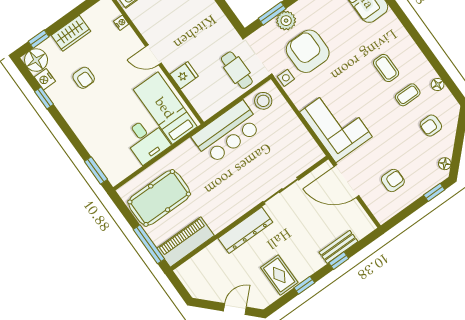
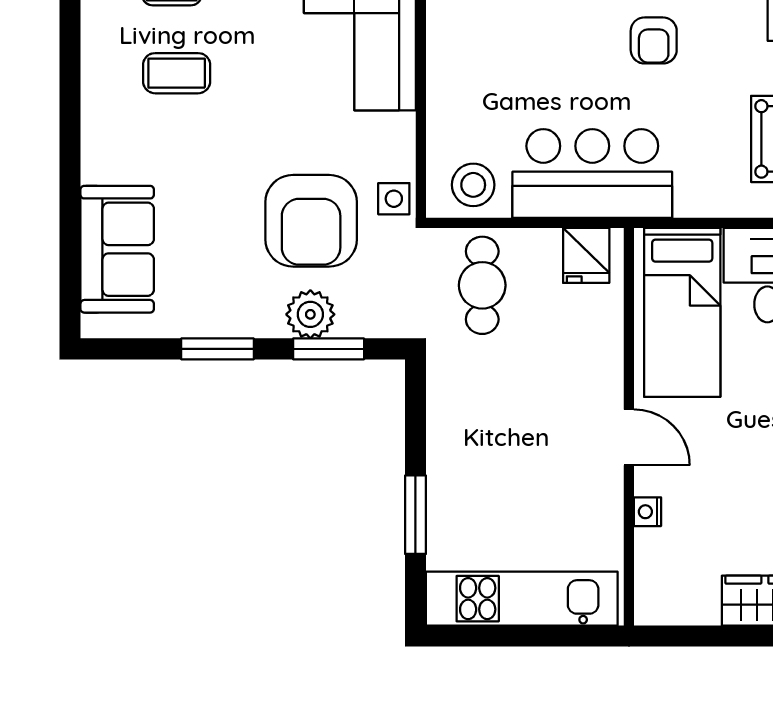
nightstand: (121, 23) -> (648, 512), moved
coffee table: (386, 68) -> (177, 73), turned 90
fridge: (184, 75) -> (586, 255), moved, turned -90
armchair: (238, 190) -> (654, 40), added

